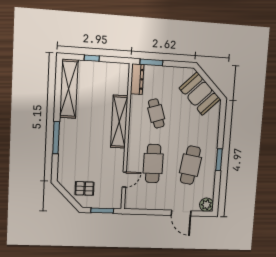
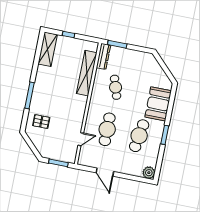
shelving: (69, 89) -> (48, 49), width x0.68
booth: (200, 94) -> (158, 104), moved, turned 45
shelving: (119, 122) -> (87, 73), moved
pallet: (85, 188) -> (41, 122), moved
door: (181, 213) -> (105, 172), moved

